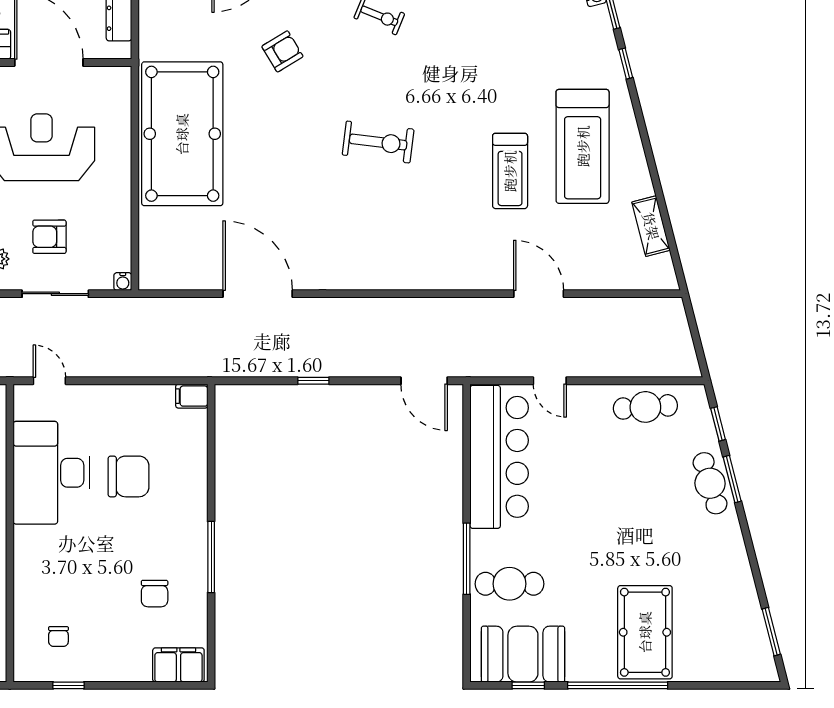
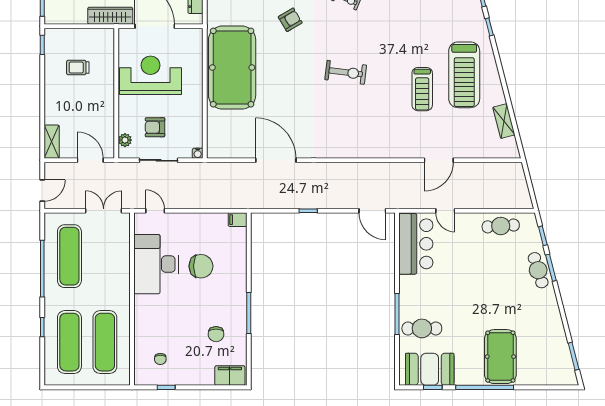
door: (539, 294) -> (439, 160), swing flipped
bar counter: (499, 457) -> (416, 244), width x0.73

